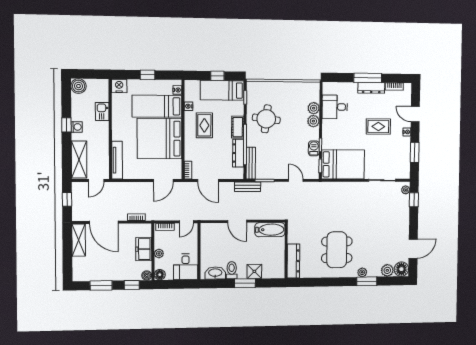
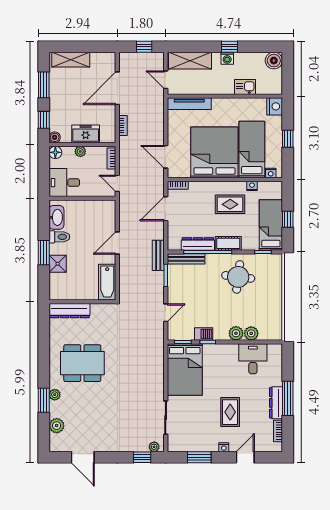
shelving: (79, 240) -> (71, 60), moved
floor lamp: (401, 269) -> (58, 443), removed

